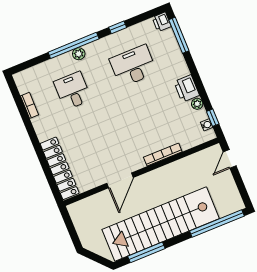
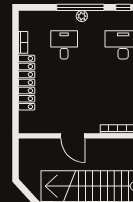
locker: (60, 168) -> (27, 83), moved
door: (120, 180) -> (73, 136), hinge flipped

